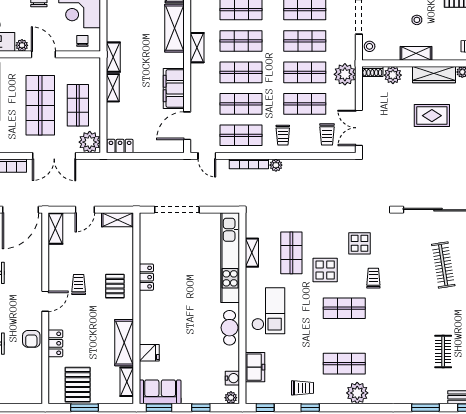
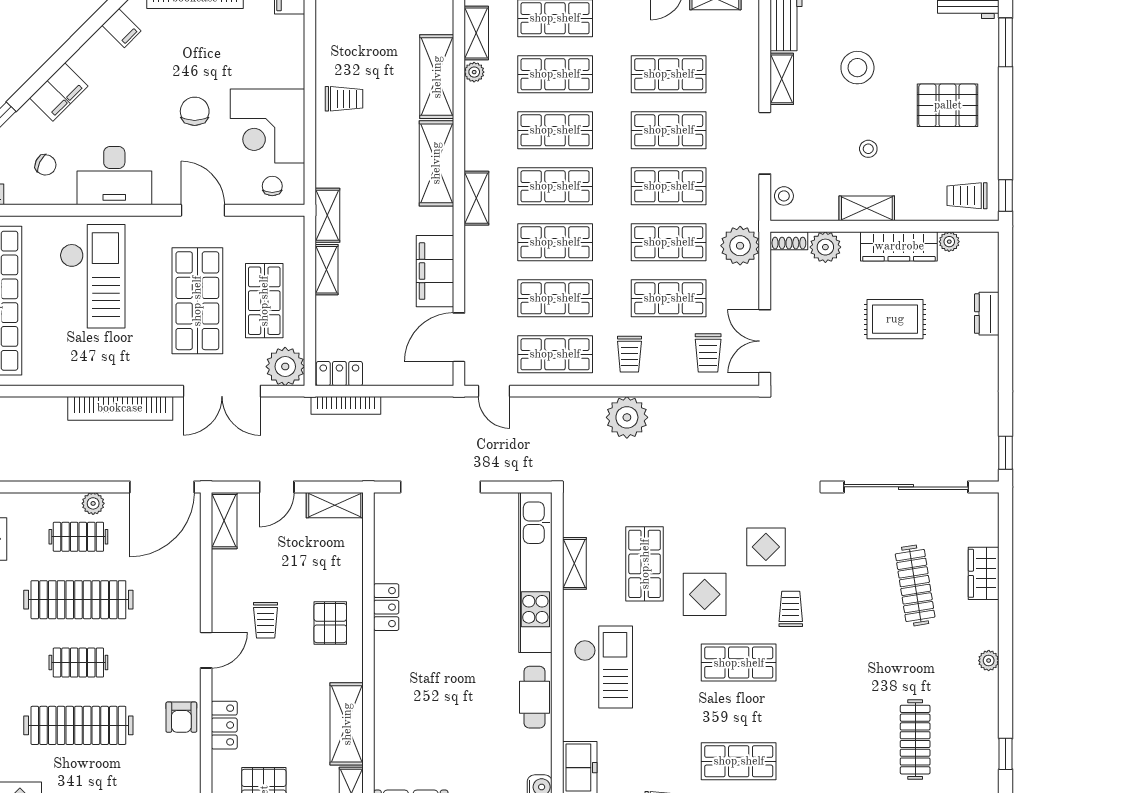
plant: (22, 45) -> (165, 194), removed
bookcase: (249, 164) -> (346, 405), moved
plant: (276, 165) -> (627, 417), width x1.88, depth x1.88
trolley: (79, 284) -> (266, 620), turned 180
clothes rail: (443, 351) -> (915, 740), width x1.36
fridge: (149, 353) -> (391, 742), removed

